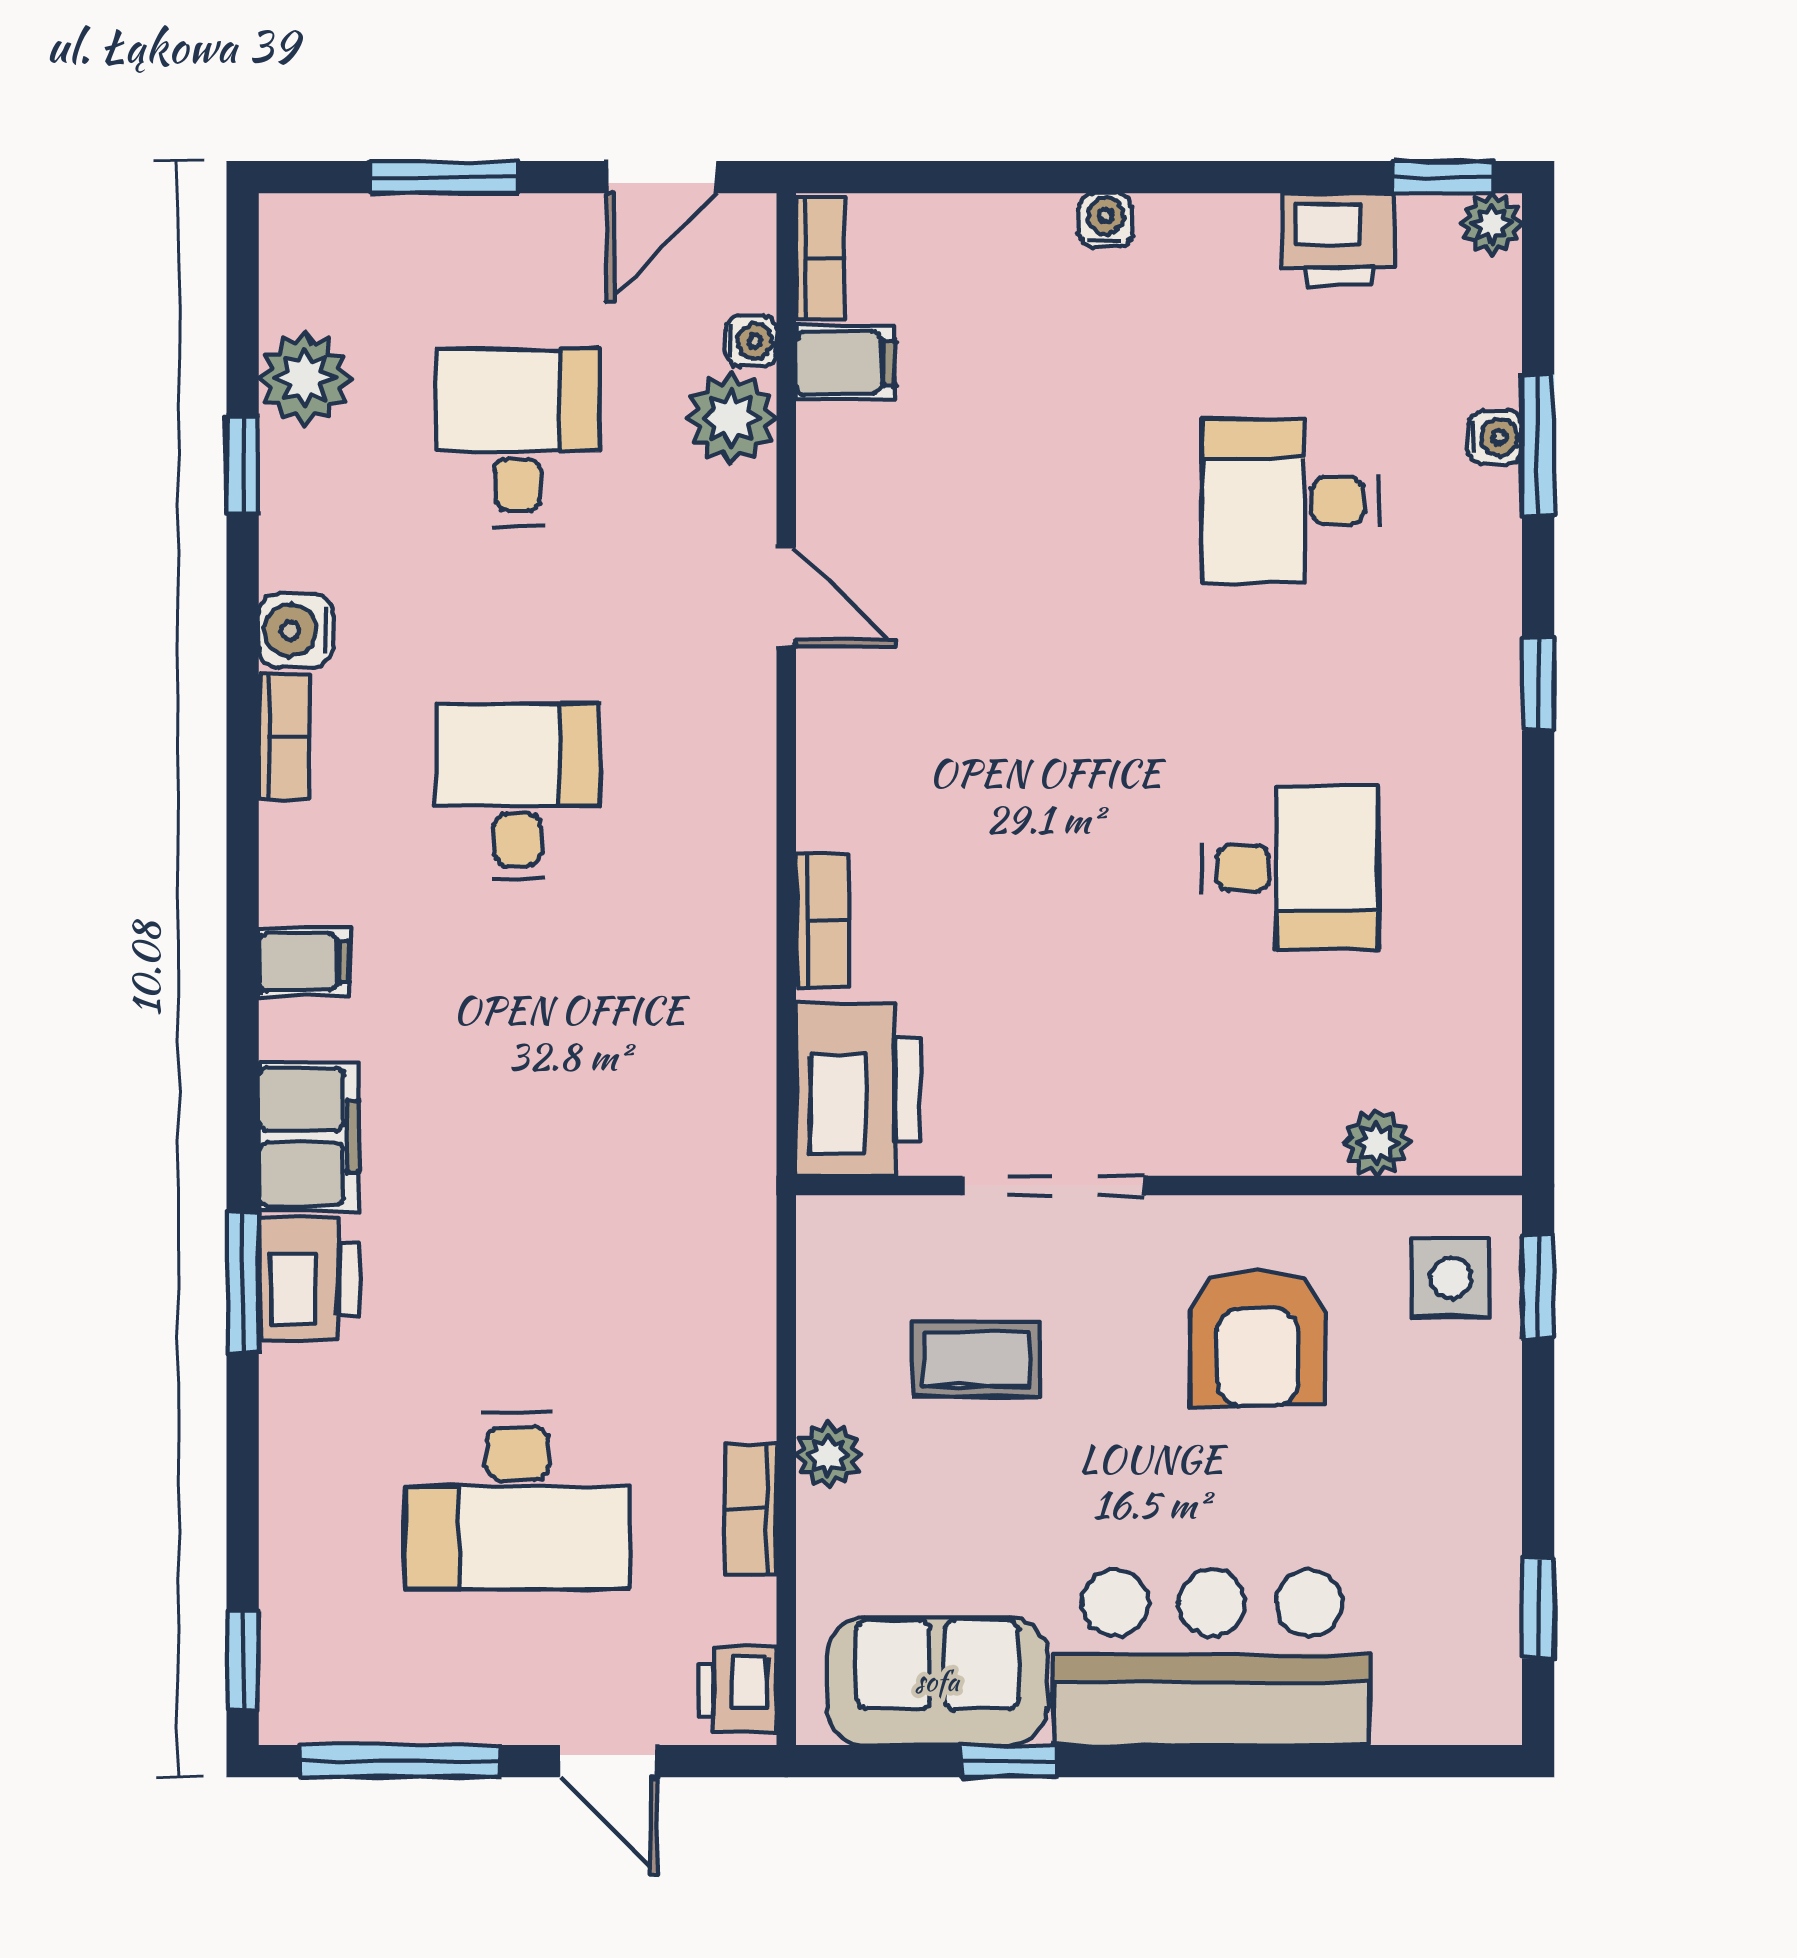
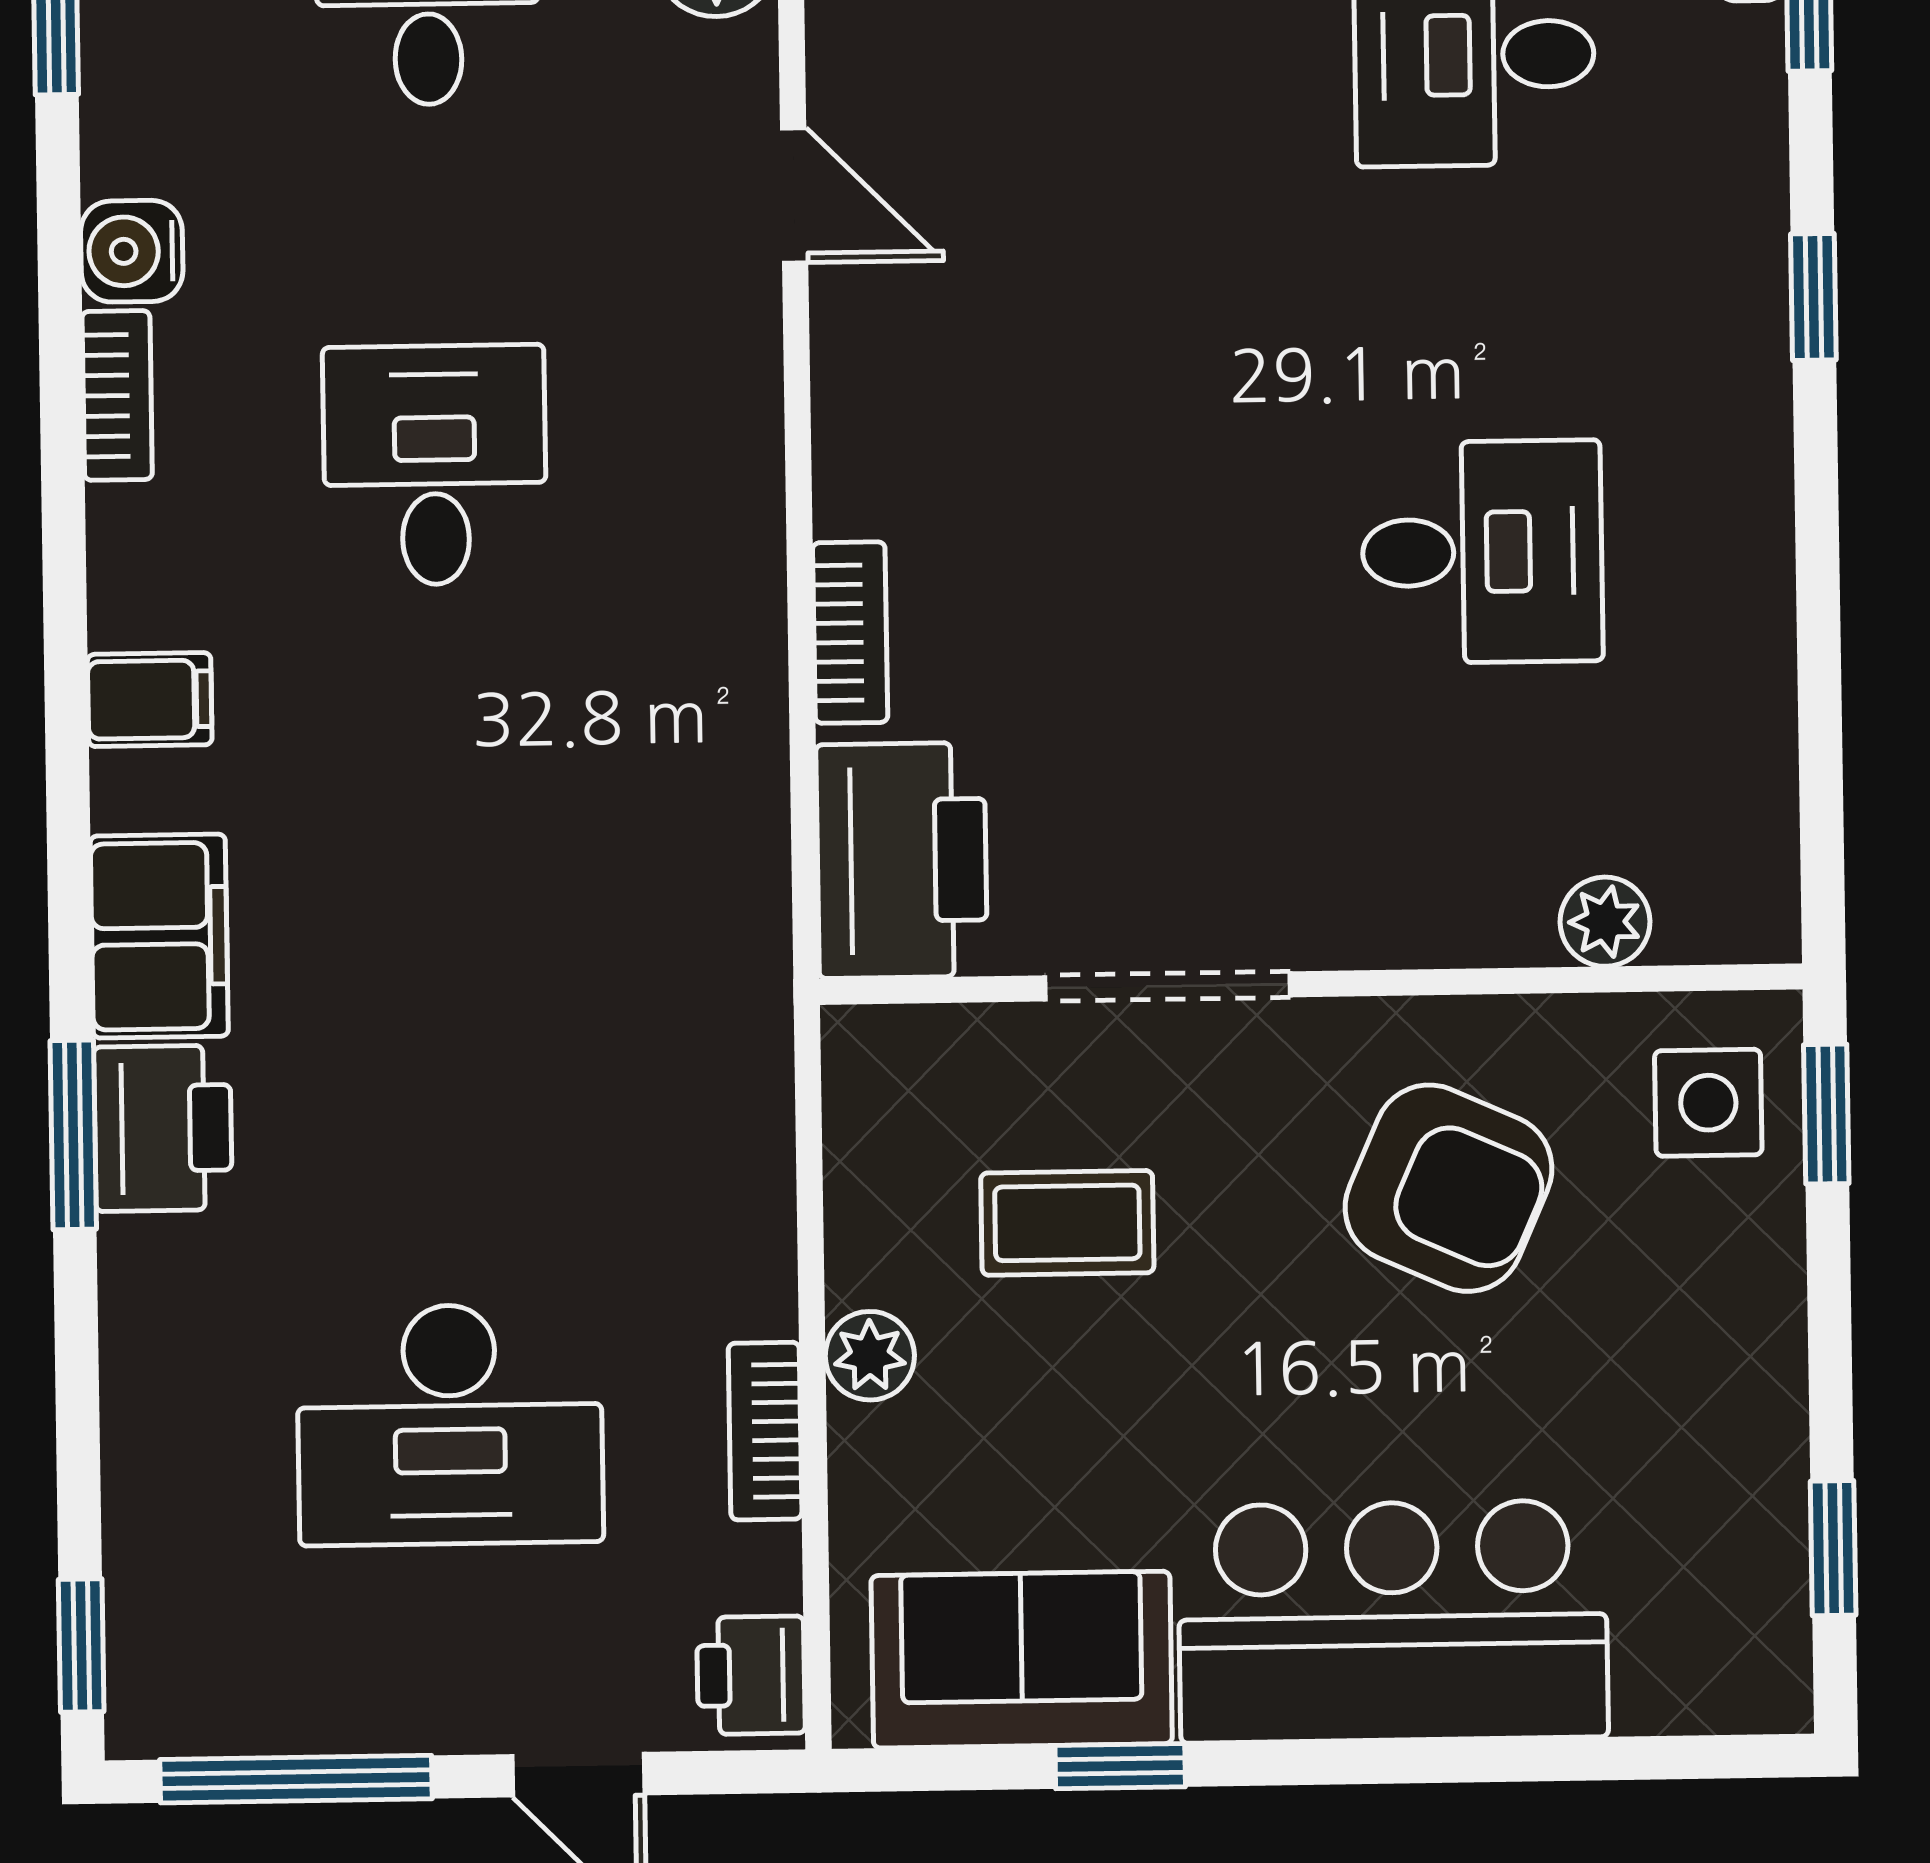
armchair: (1258, 1338) -> (1449, 1188), turned -66

